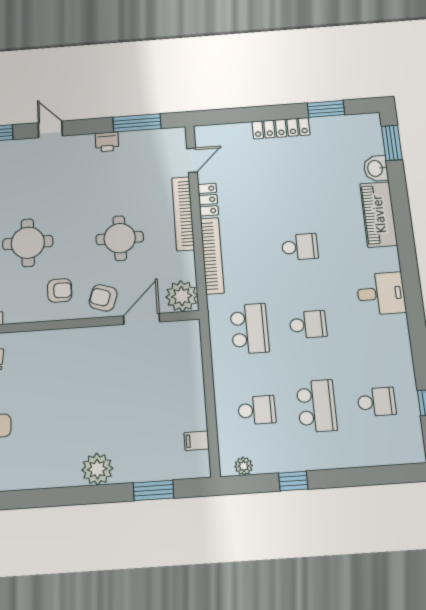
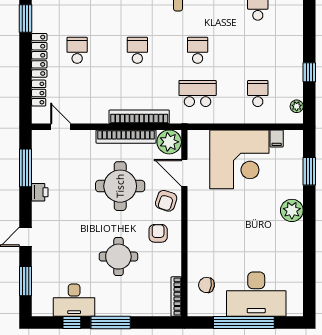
locker: (208, 200) -> (39, 93), moved, turned 90
bookcase: (183, 214) -> (126, 137), moved
round table: (120, 238) -> (120, 186), width x1.36, depth x1.36
corner desk: (164, 391) -> (239, 159), added
school desk: (317, 406) -> (77, 50), moved, width x0.54

